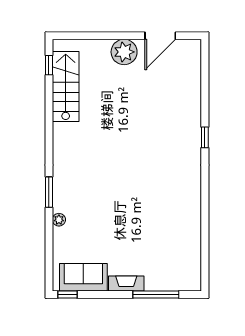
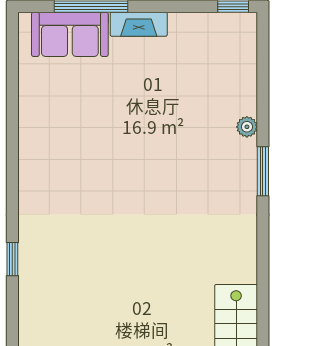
sofa: (83, 277) -> (70, 34), moved

